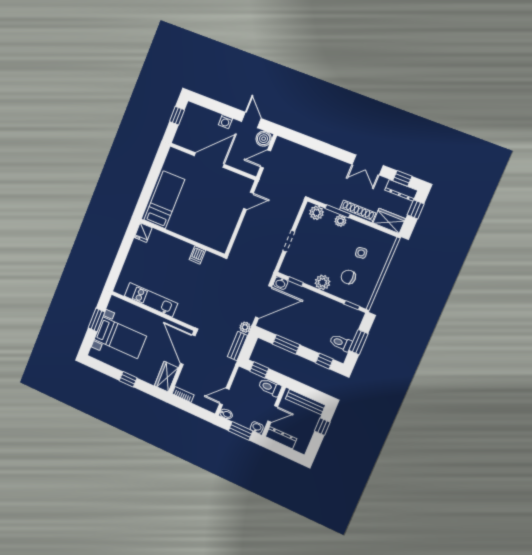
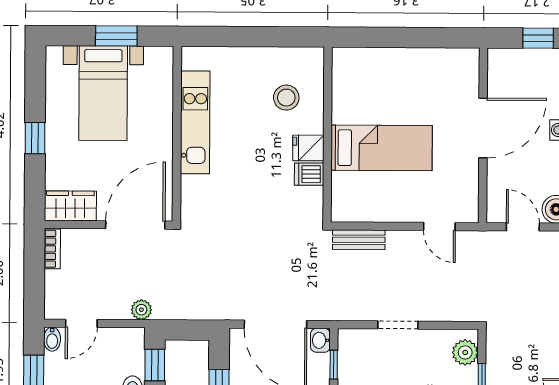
door: (209, 160) -> (483, 128), hinge flipped
bed: (164, 200) -> (382, 148), moved
fridge: (143, 233) -> (308, 148), moved
stool: (157, 251) -> (286, 98), added
plant: (245, 327) -> (141, 310), moved
bench: (237, 346) -> (359, 240), moved
door: (224, 396) -> (81, 323), swing flipped

